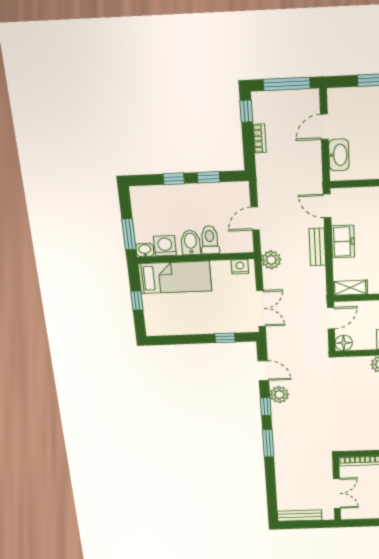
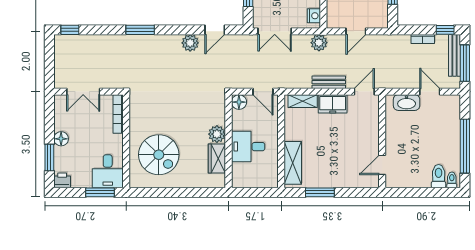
door: (255, 219) -> (356, 31), swing flipped
shelving: (350, 288) -> (303, 101), moved, turned 90
window: (266, 407) -> (70, 30), moved
bench: (300, 516) -> (455, 55), moved

